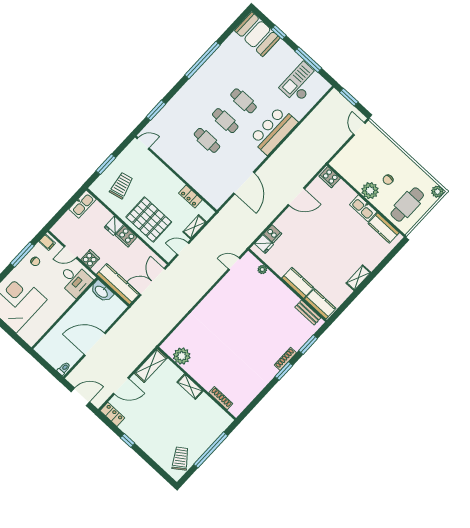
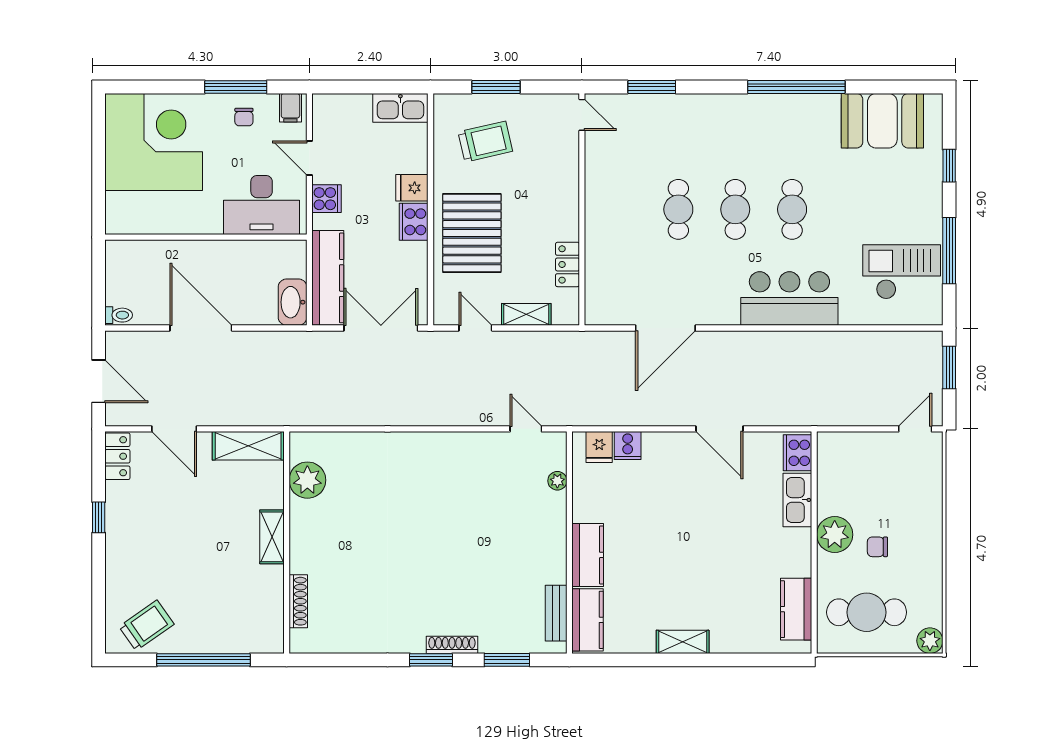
booth: (257, 34) -> (882, 121), moved, turned 90
kitchen sink: (363, 208) -> (797, 500), moved
desk: (75, 280) -> (262, 205), width x1.37
washbasin: (102, 291) -> (293, 302), moved

